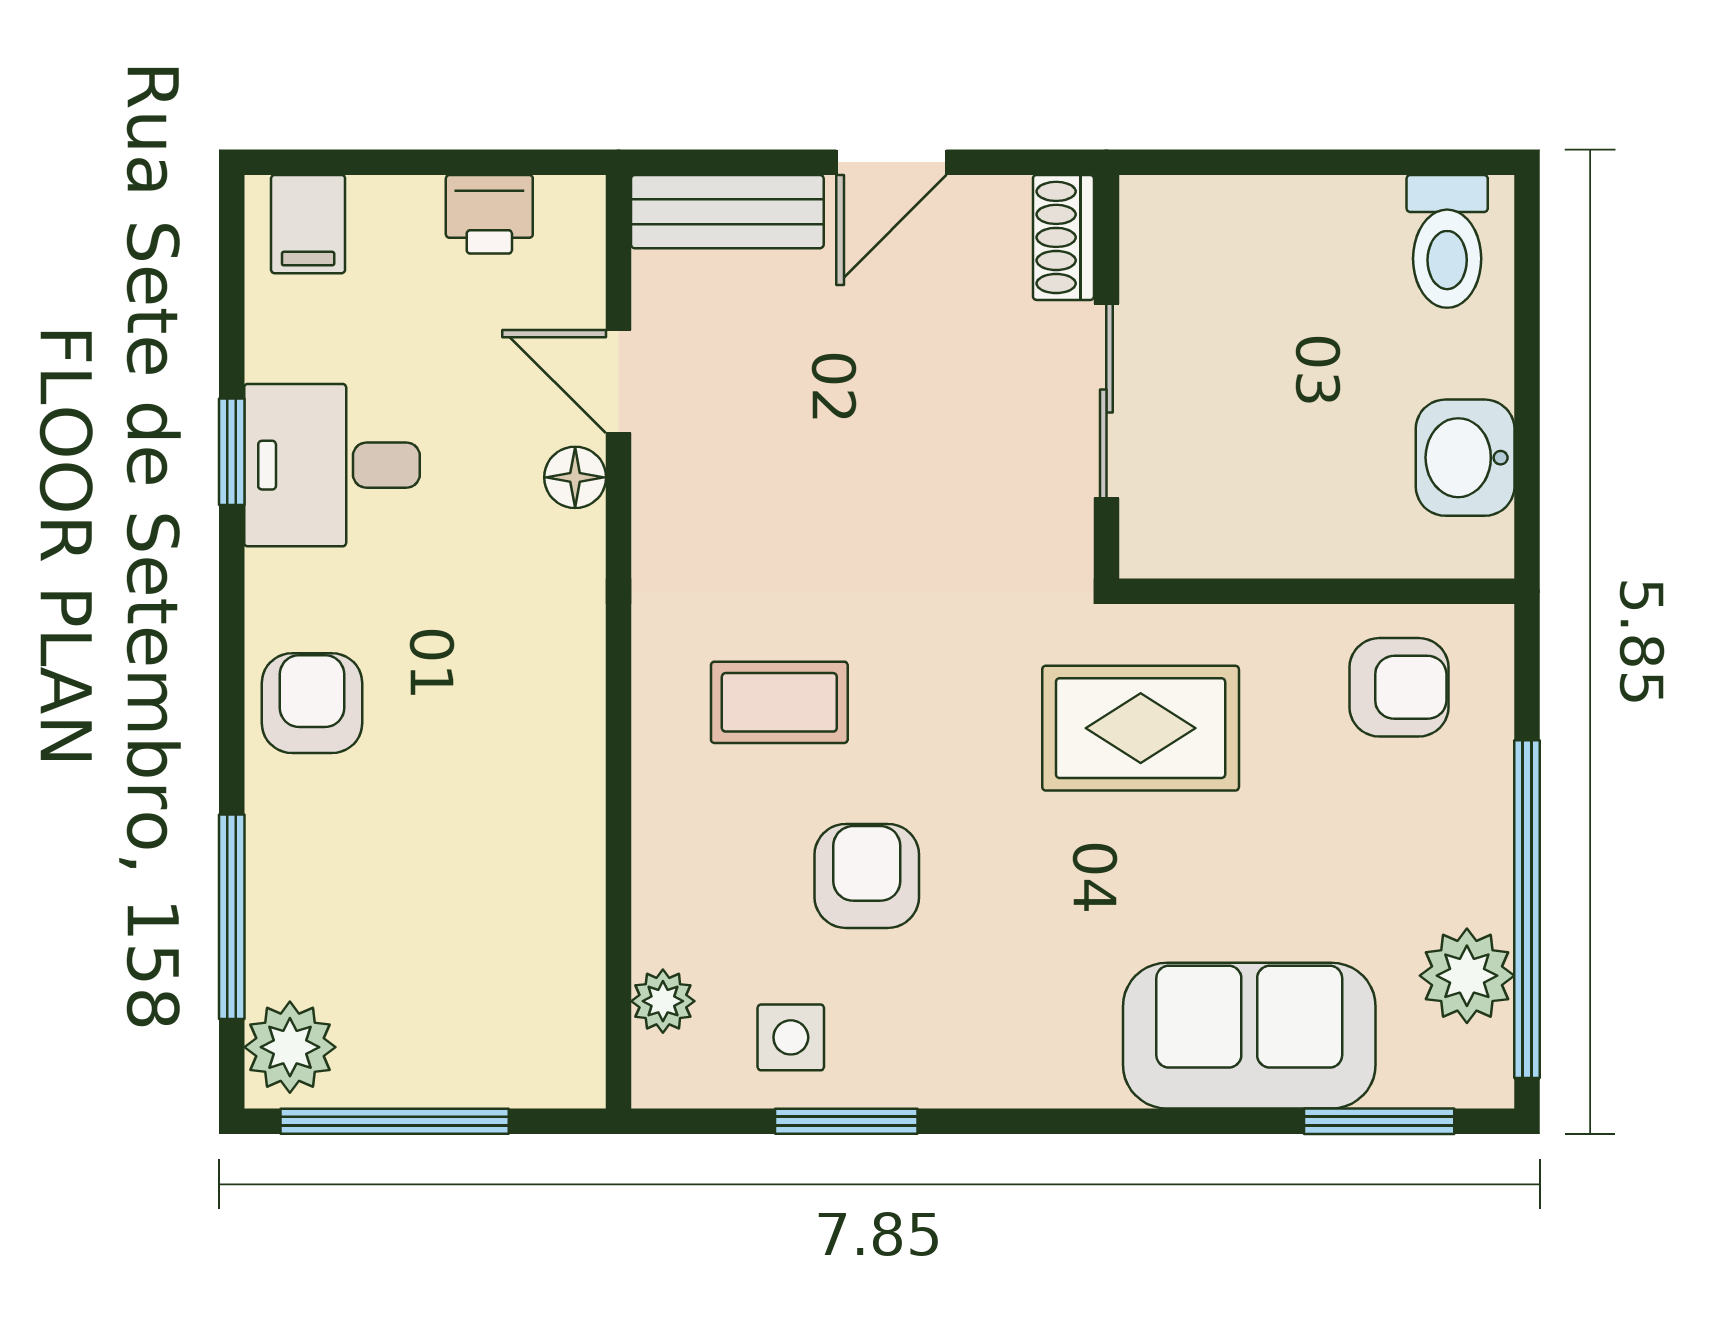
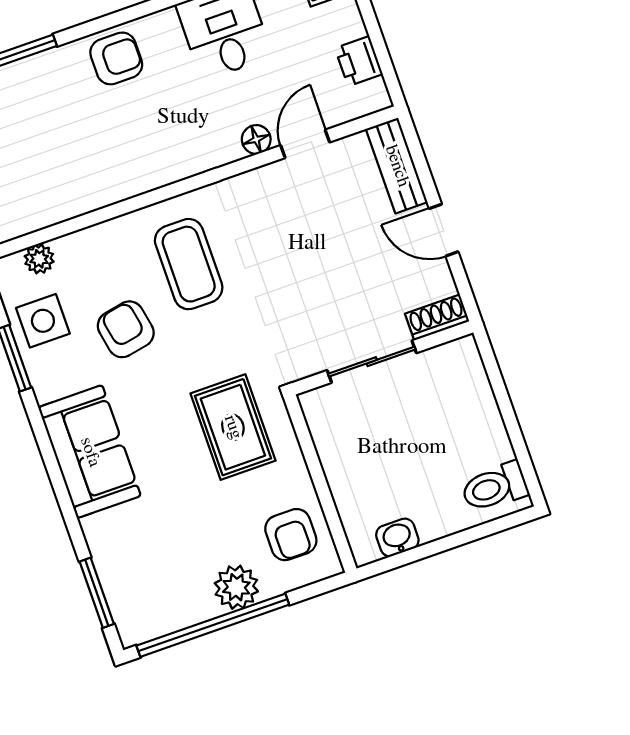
washbasin: (1465, 458) -> (397, 537), width x0.72, depth x0.69
coffee table: (779, 702) -> (189, 264), width x1.36, depth x1.30
armchair: (867, 876) -> (126, 329), turned -101
plant: (1467, 976) -> (236, 587), moved
sofa: (1249, 1036) -> (90, 452), moved
side table: (791, 1037) -> (43, 321), width x1.37, depth x1.37

